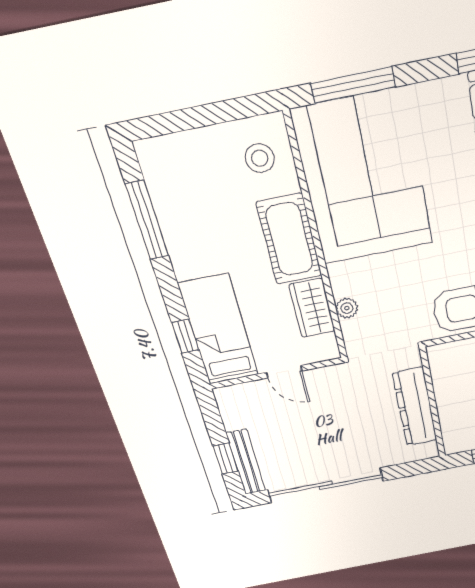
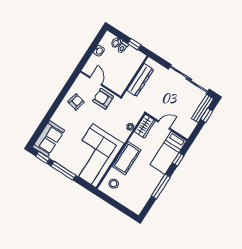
window: (353, 85) -> (63, 171), moved
window: (147, 220) -> (161, 187), moved
wardrobe: (312, 308) -> (145, 126), moved
door: (284, 372) -> (164, 125), hinge flipped

